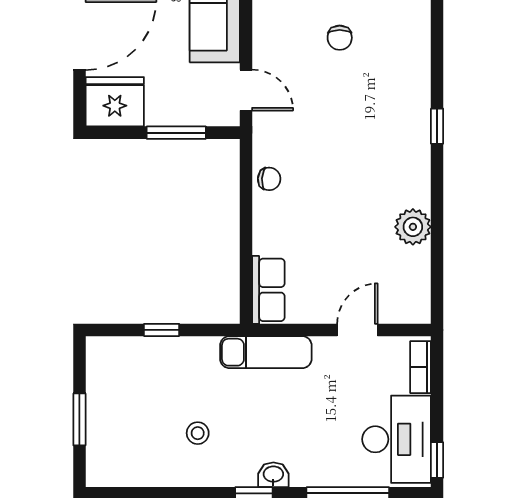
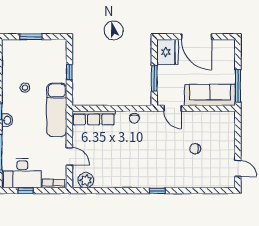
door: (246, 90) -> (173, 108), hinge flipped
plant: (413, 227) -> (86, 180), moved
row of seats: (268, 290) -> (94, 118), width x1.48
exam couch: (266, 352) -> (57, 110), width x1.36, depth x1.45
window: (437, 460) -> (26, 191), moved

